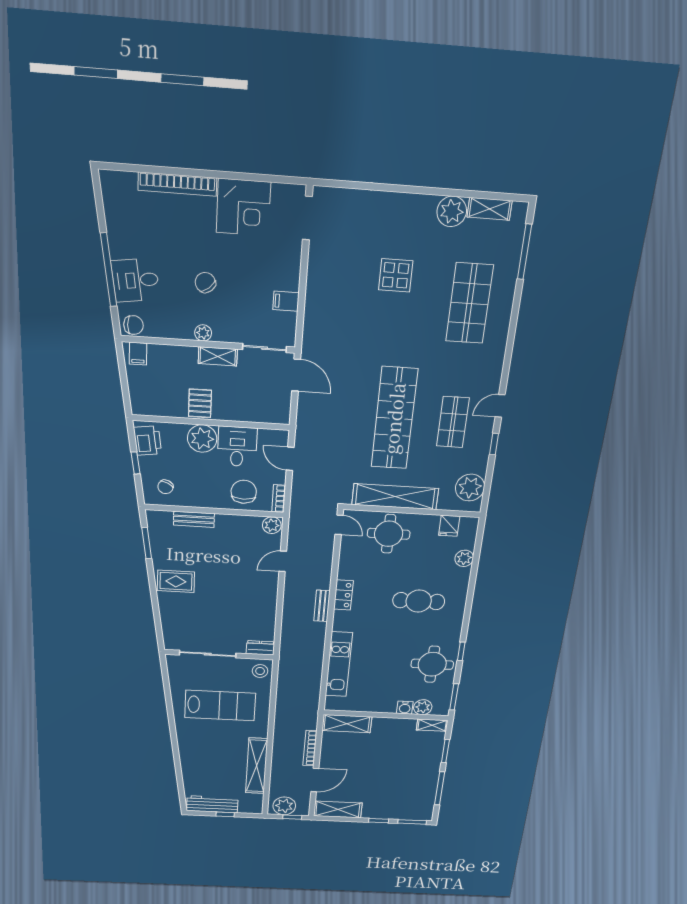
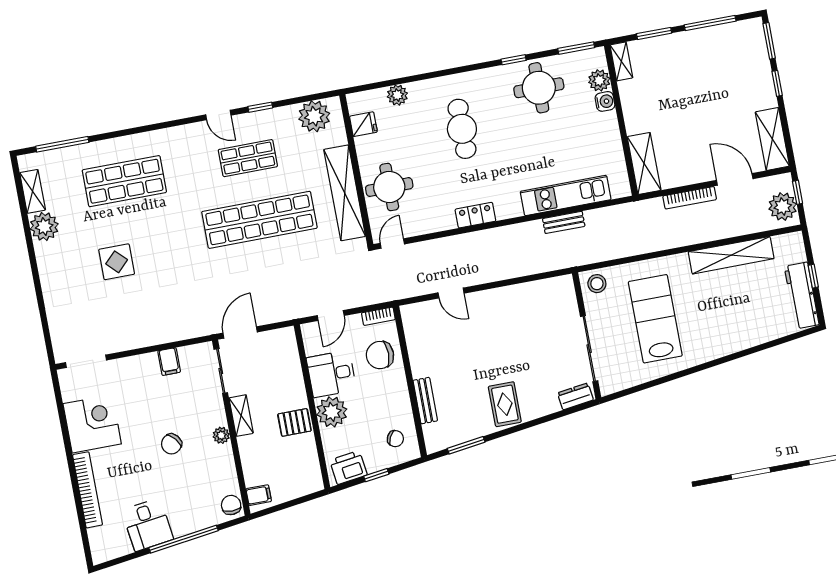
desk: (135, 280) -> (148, 525), moved
plant: (272, 525) -> (411, 316), removed
bench: (322, 606) -> (564, 222), moved
dresser: (260, 648) -> (575, 396), moved, turned 82

